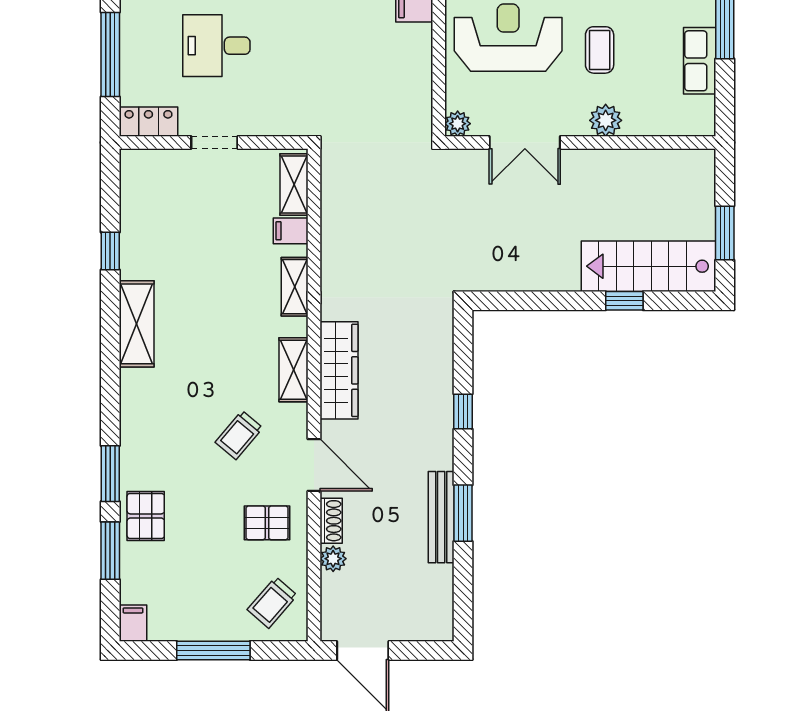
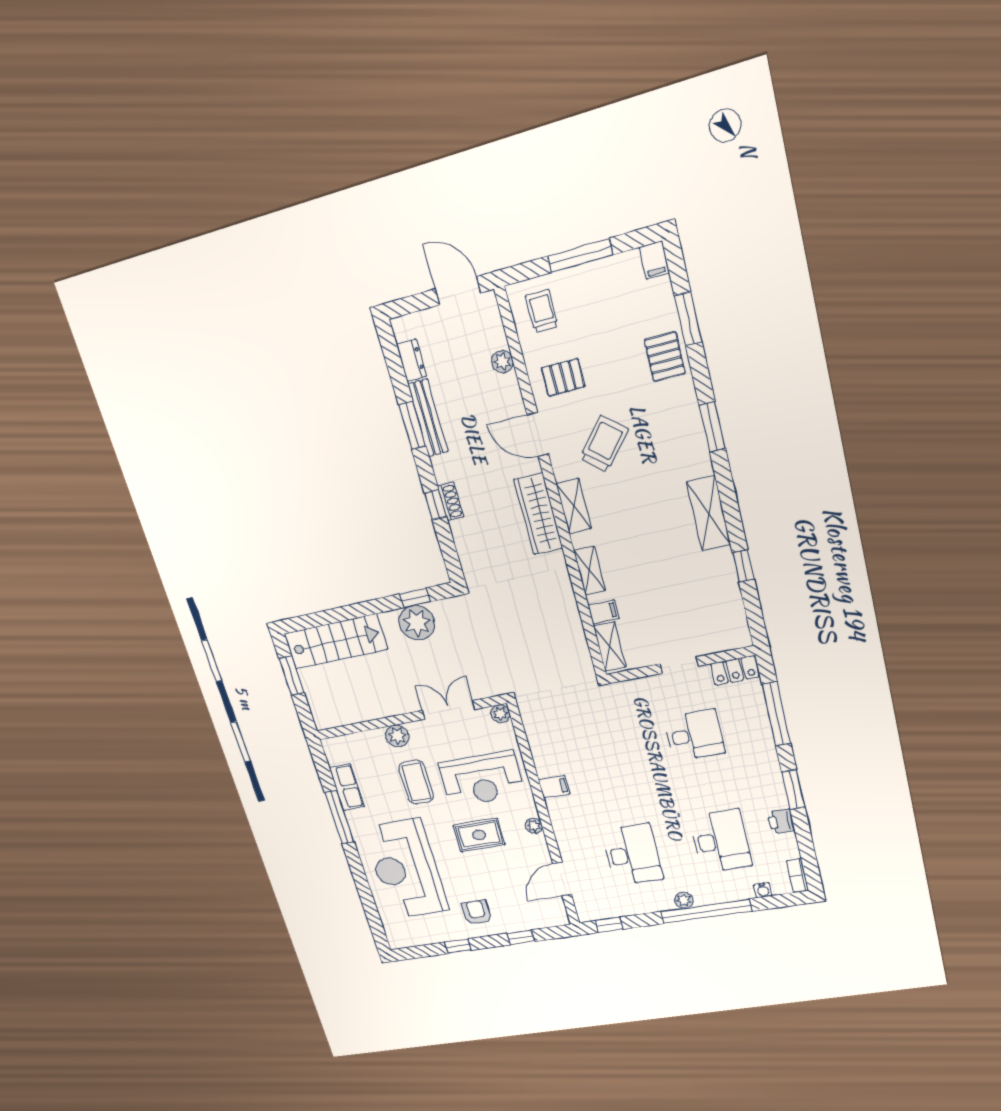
coffee table: (600, 50) -> (416, 782), width x1.36, depth x1.30
plant: (532, 268) -> (417, 623), added
window: (624, 301) -> (415, 598), moved
trolley: (239, 435) -> (604, 444), width x1.36, depth x1.39
window: (110, 474) -> (712, 427), moved
shoe rack: (331, 521) -> (451, 502), moved, turned 180
dresser: (441, 588) -> (412, 360), added
trolley: (272, 602) -> (542, 311), turned -41

